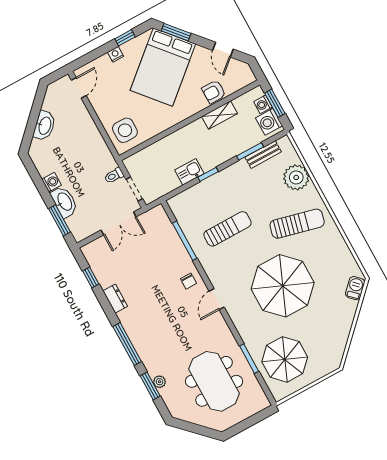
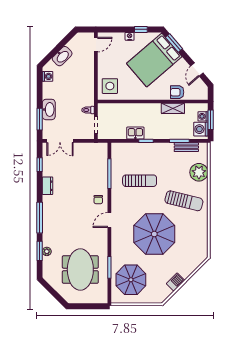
washing machine: (51, 182) -> (48, 76), moved
double door: (119, 223) -> (60, 141), moved
barbecue: (355, 288) -> (176, 282), moved

